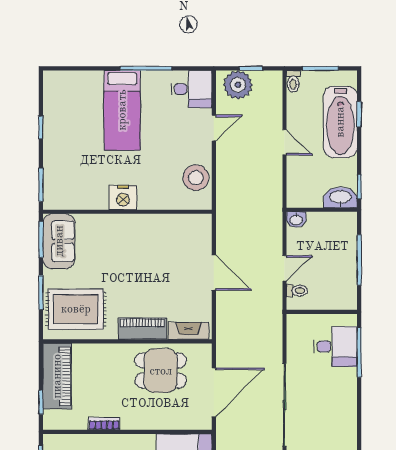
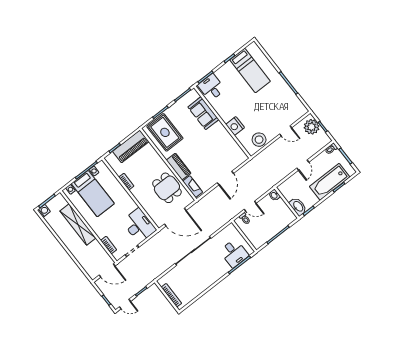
desk: (192, 89) -> (211, 87), moved, turned 180
bed: (122, 110) -> (250, 71), moved, turned -90
nightstand: (123, 198) -> (235, 126), moved
sofa: (59, 241) -> (203, 113), moved, turned 90

